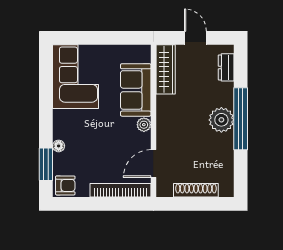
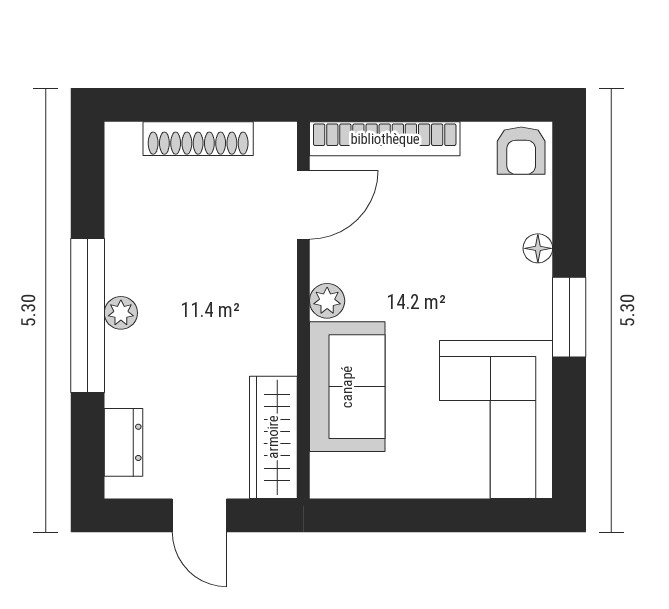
plant: (221, 120) -> (121, 313), width x0.53, depth x0.53
window: (46, 164) -> (569, 317), moved
armchair: (65, 185) -> (521, 151), turned -90

